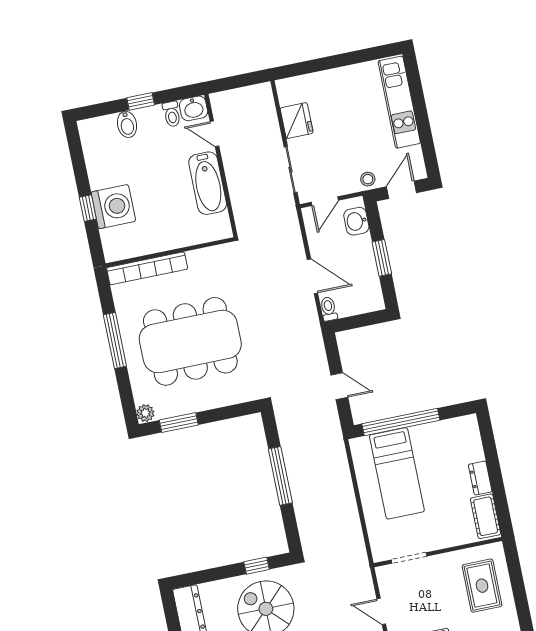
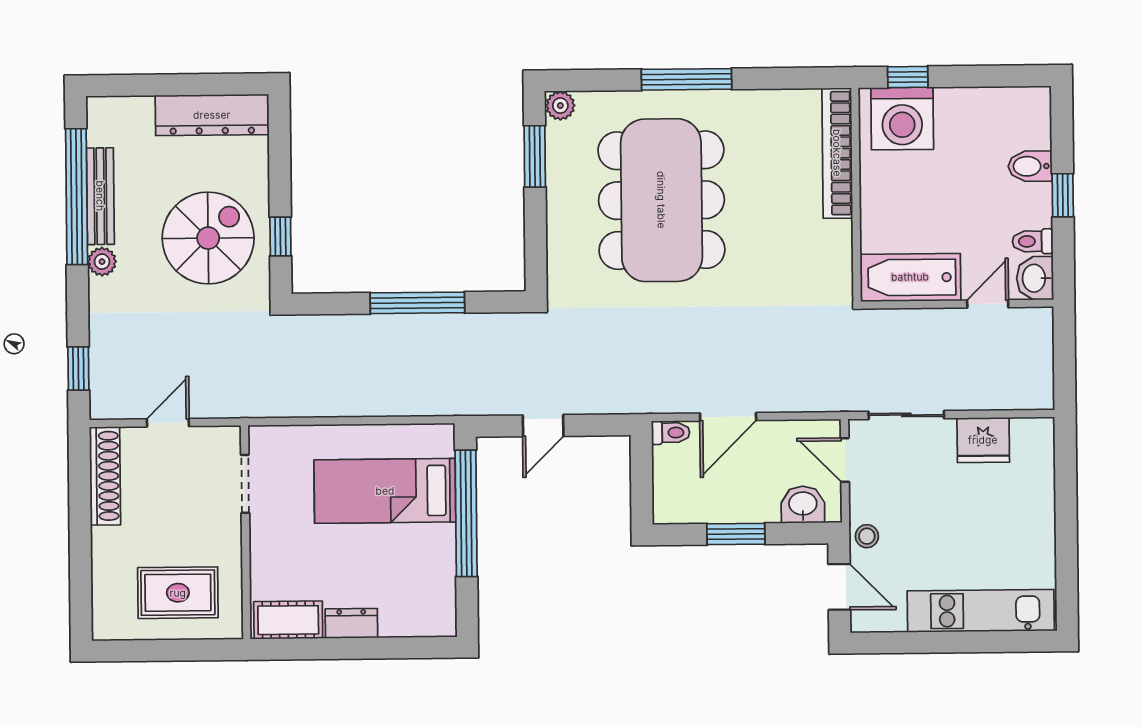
wall: (170, 252) -> (856, 195), moved
bookcase: (147, 268) -> (837, 153), moved

